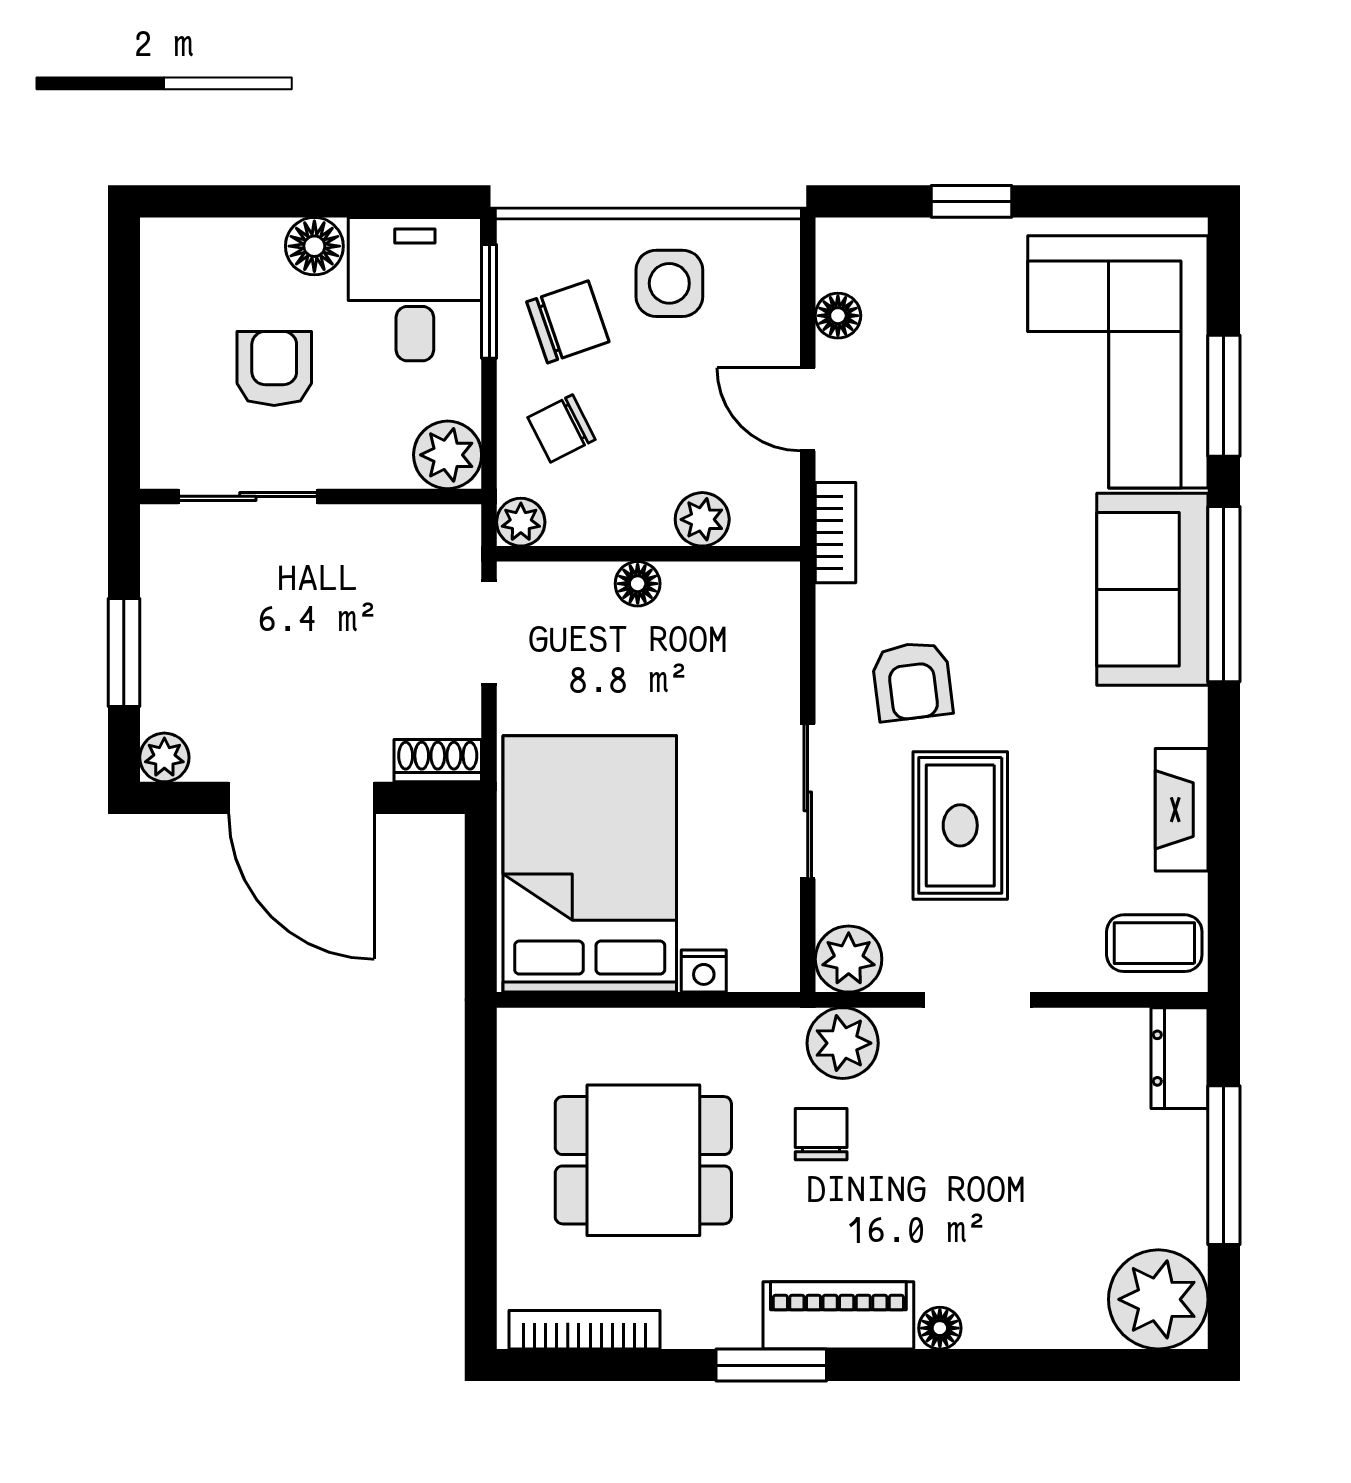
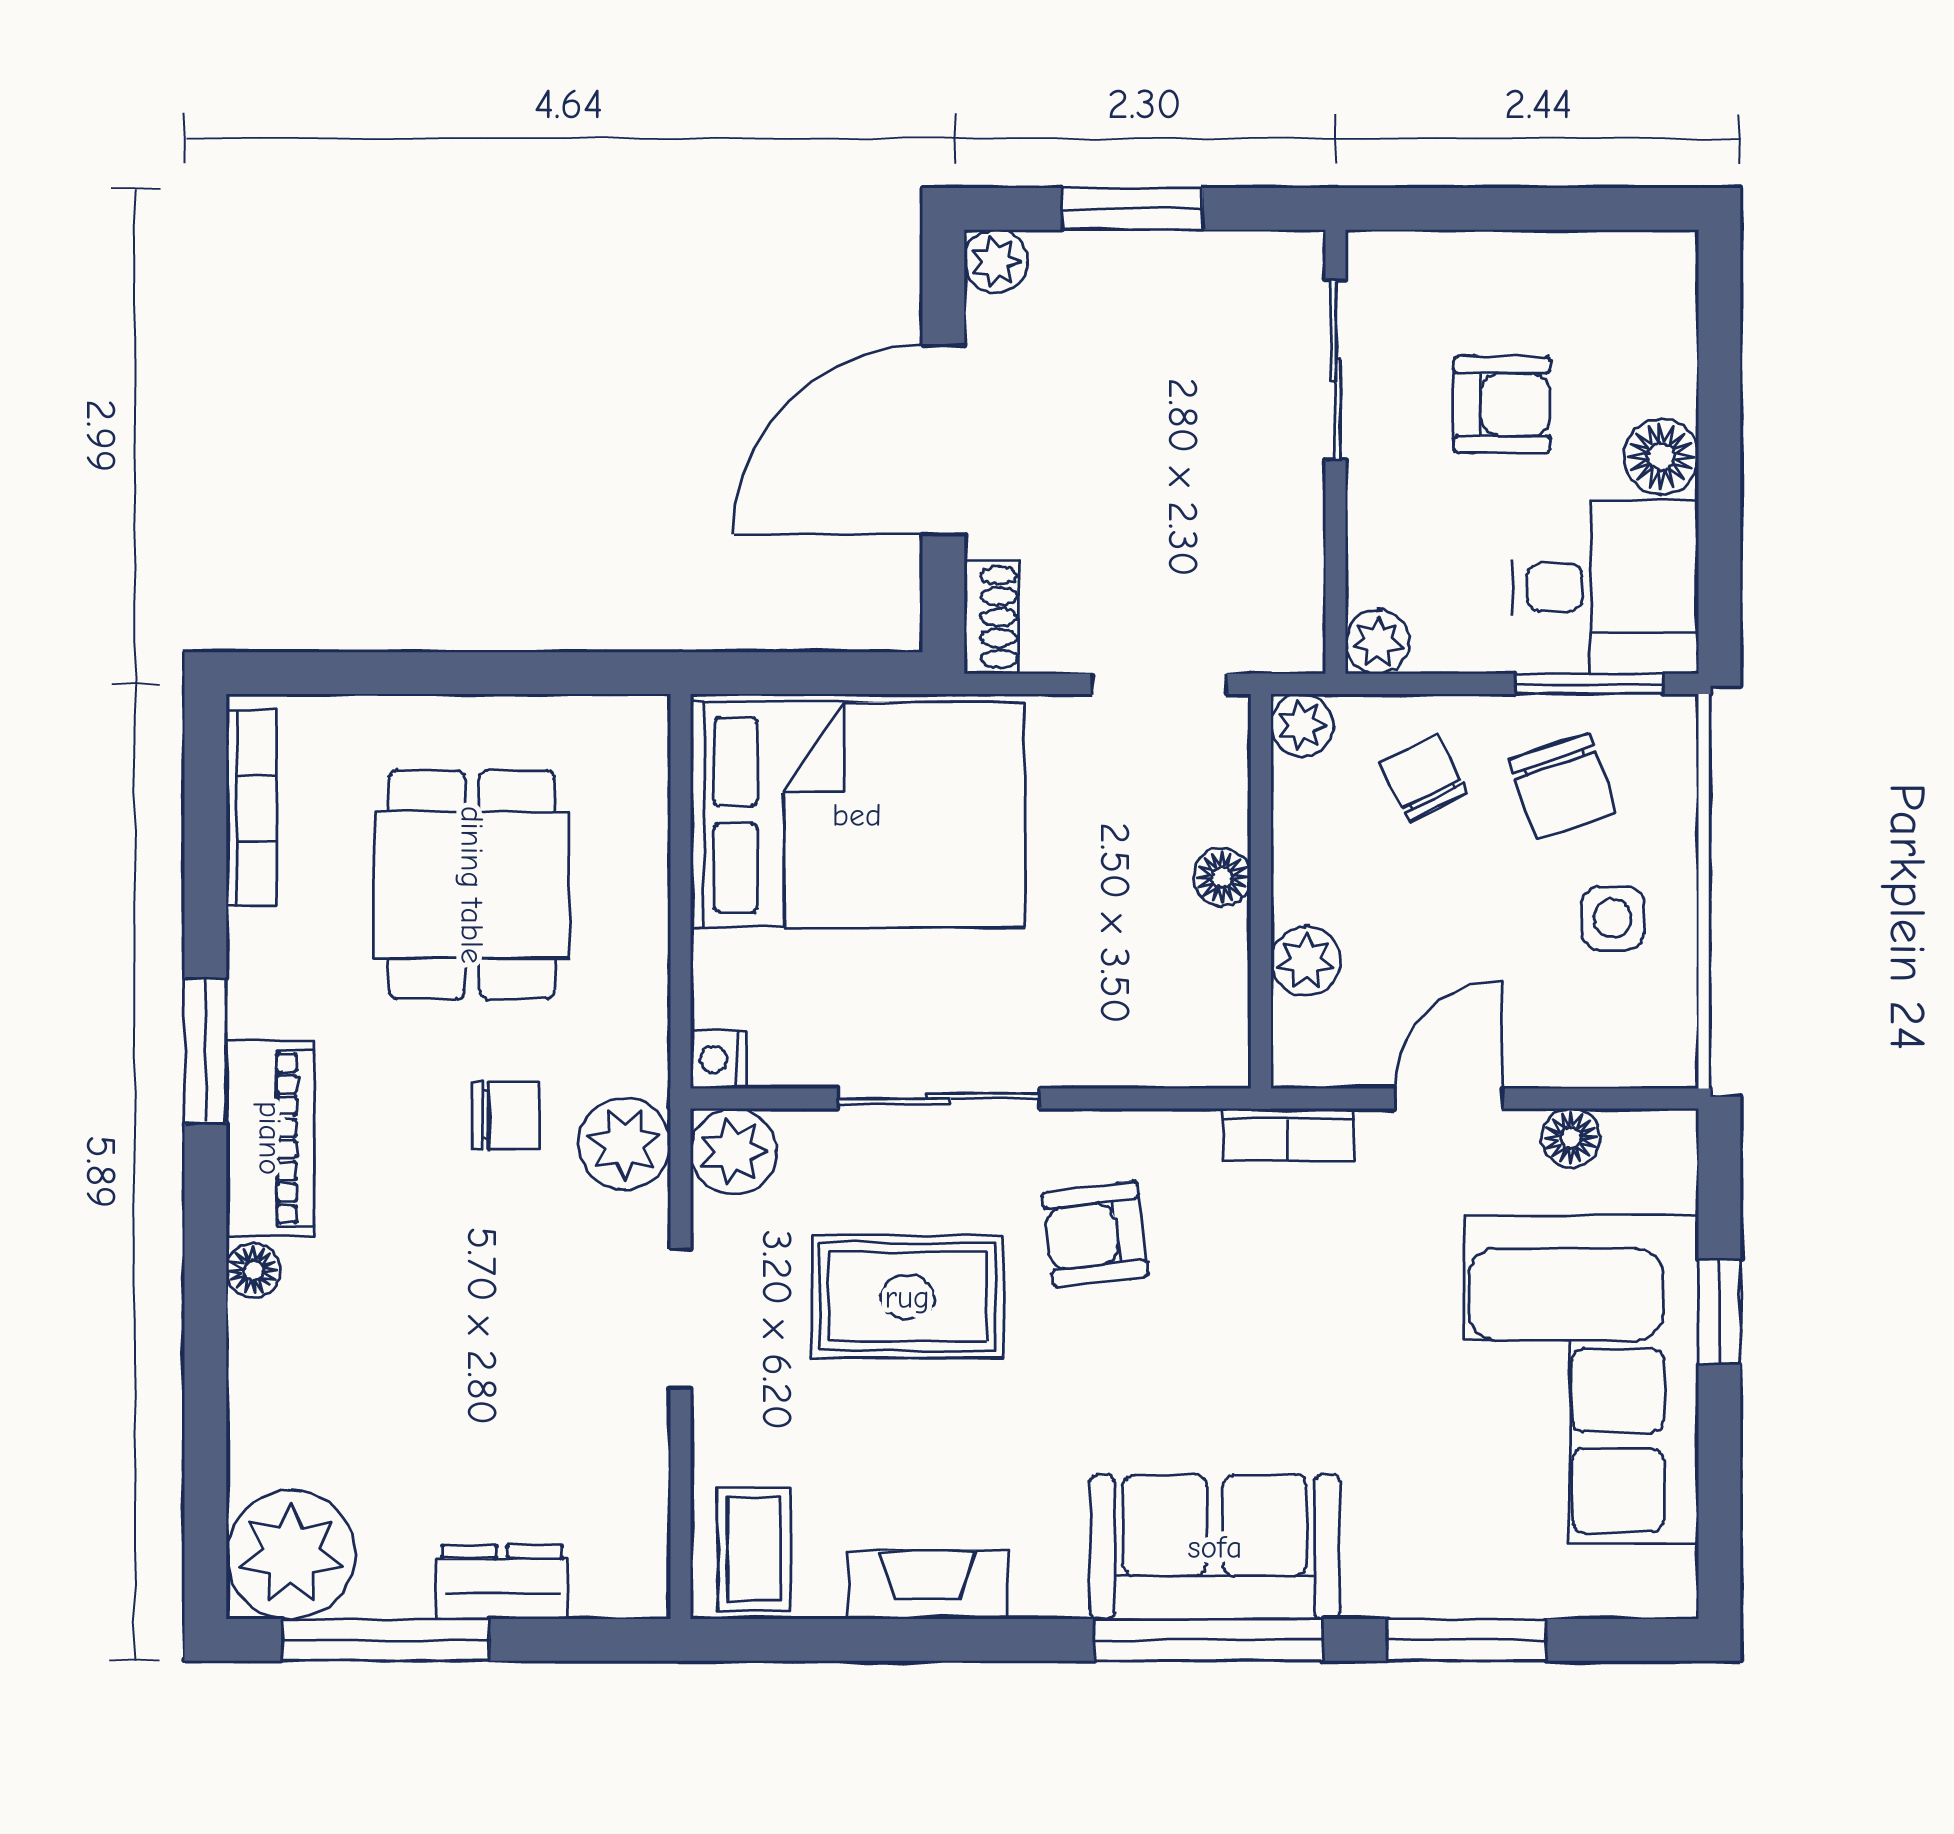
side table: (669, 283) -> (1613, 918), width x0.73, depth x0.73
corner sofa: (1118, 362) -> (1581, 1380), moved, turned -90
plant: (448, 455) -> (1378, 642), width x0.73, depth x0.73
nightstand: (704, 971) -> (718, 1059), moved
dresser: (1179, 1058) -> (502, 1582), moved
window: (1224, 1165) -> (386, 1640), moved

